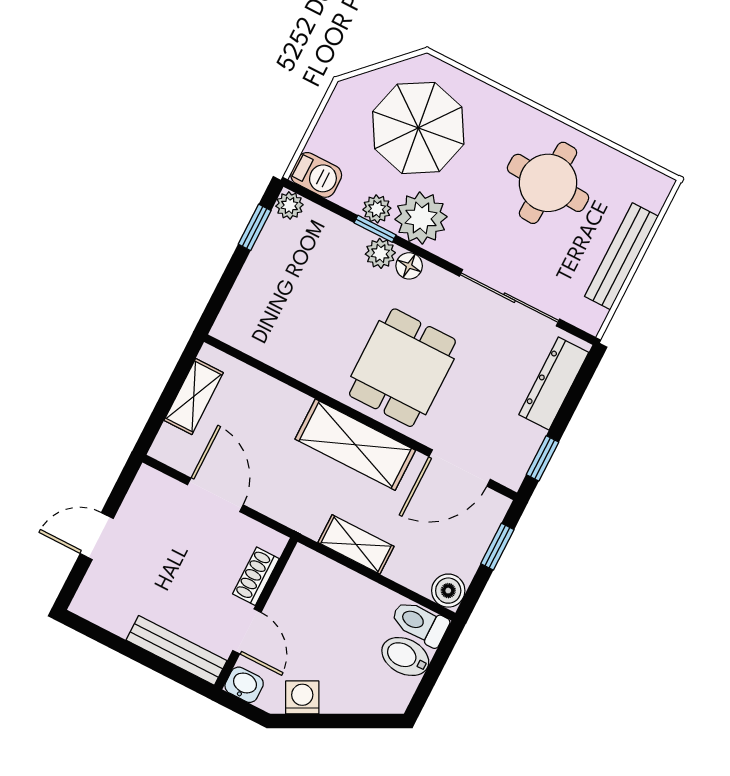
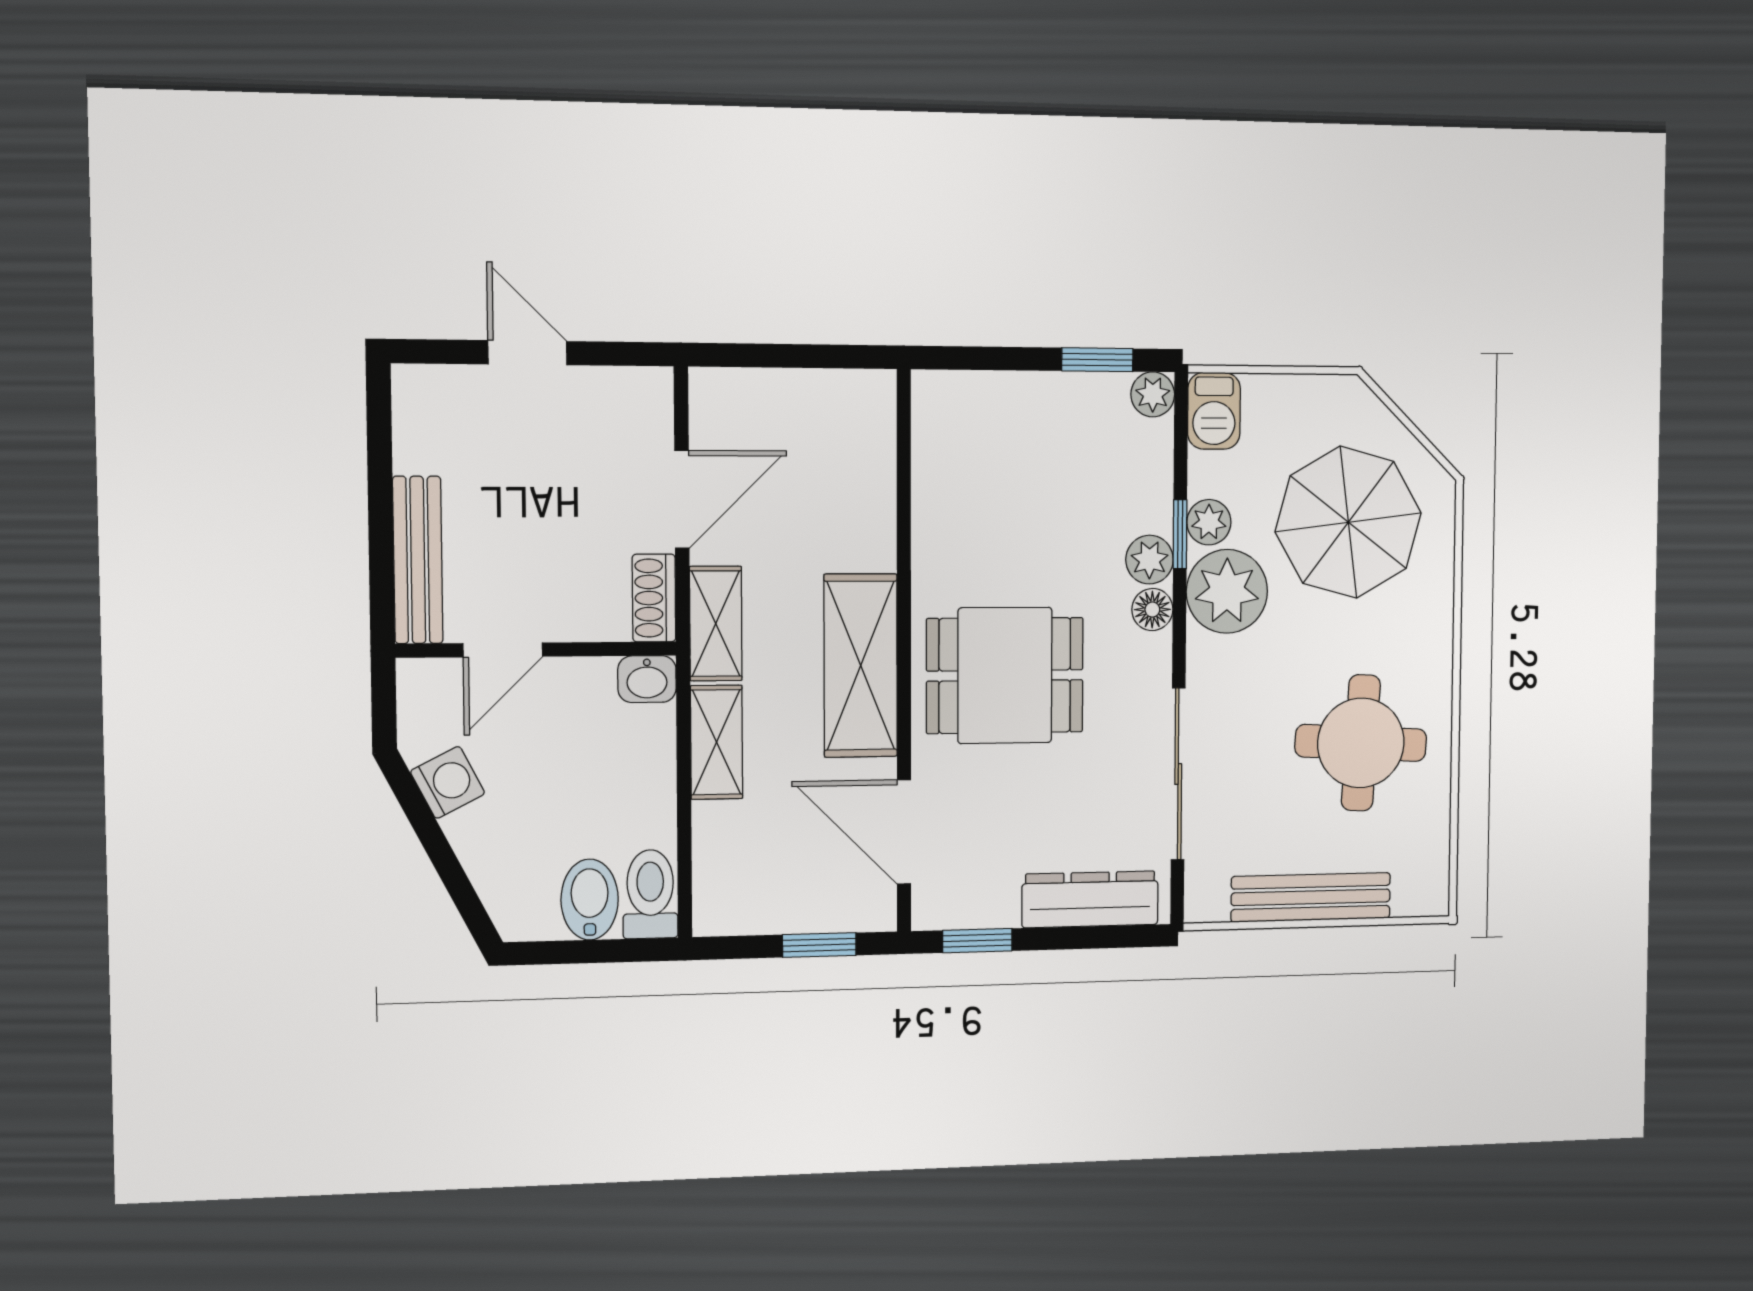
shelving: (194, 396) -> (716, 624), moved, turned 90
shoe rack: (256, 576) -> (654, 598), moved, turned -90
boiler: (448, 591) -> (719, 910), removed
washbasin: (244, 685) -> (647, 679), moved, turned 90

